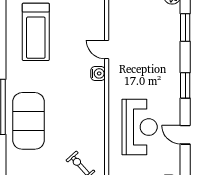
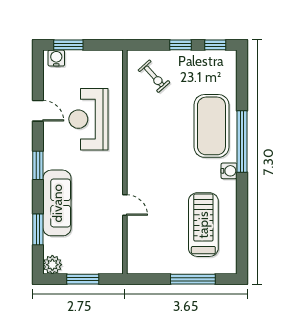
sofa: (168, 51) -> (57, 203), added
water cooler: (98, 73) -> (229, 171), moved, turned 180

